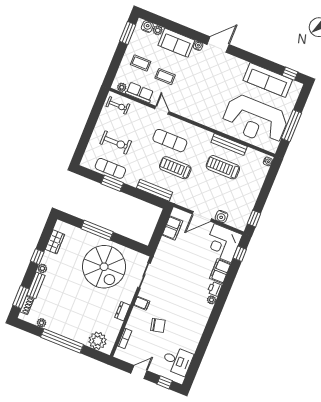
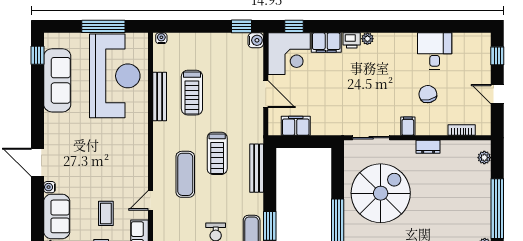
water cooler: (221, 217) -> (256, 40), moved
plant: (98, 341) -> (484, 158), width x0.53, depth x0.53
desk: (177, 361) -> (435, 51), moved

